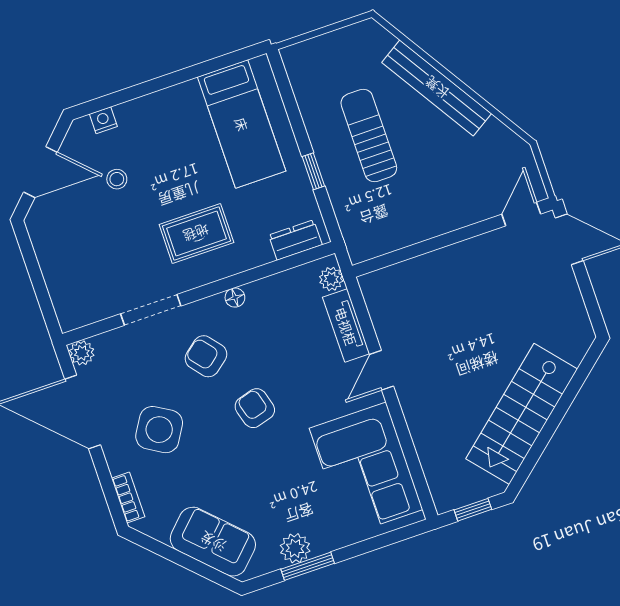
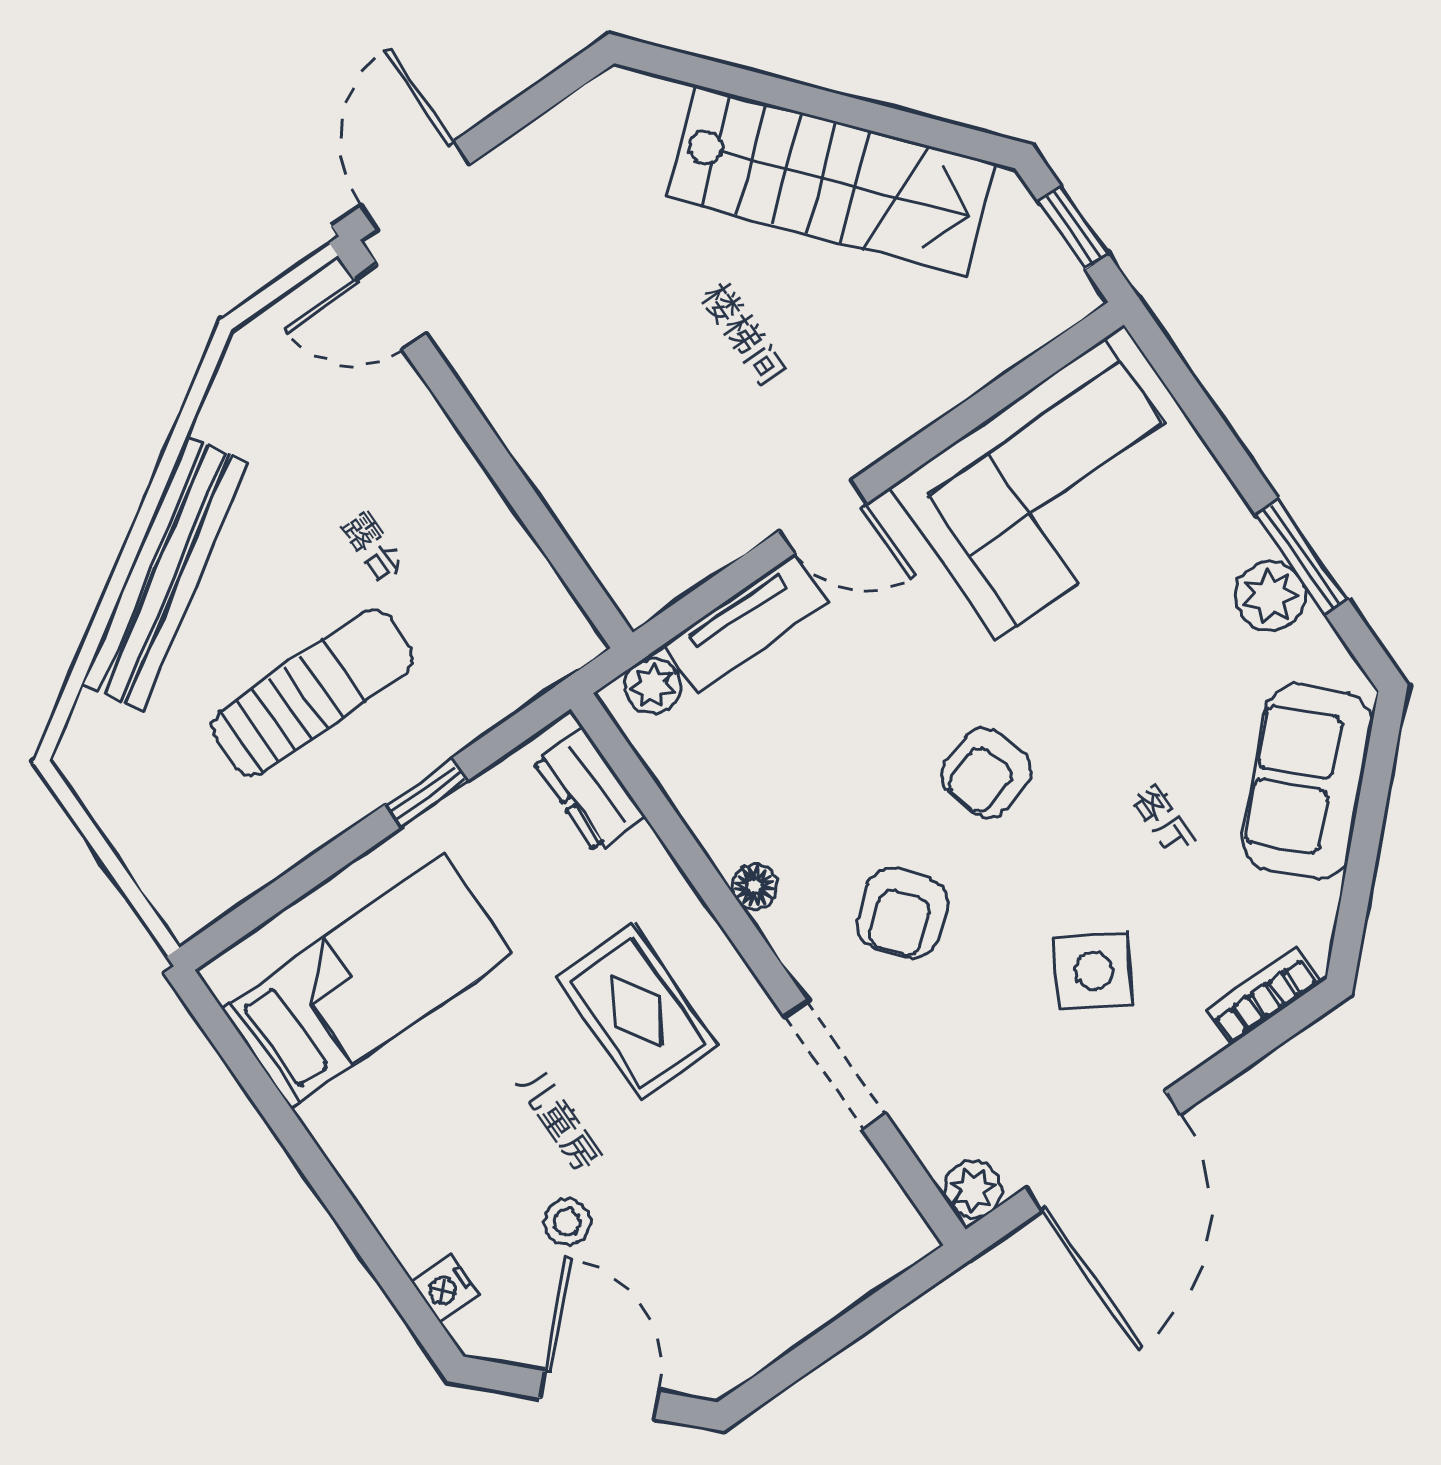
sun lounger: (369, 136) -> (312, 693), turned 180
side table: (159, 430) -> (1094, 971), width x0.73, depth x0.73

